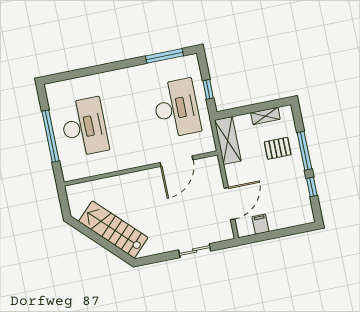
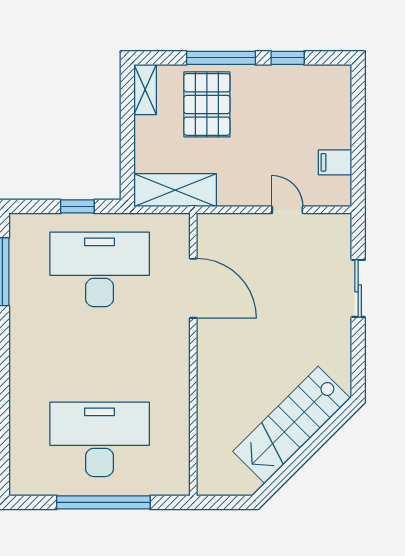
shelving: (265, 116) -> (145, 90), moved
pallet: (278, 148) -> (207, 104), width x1.50, depth x1.42
door: (229, 204) -> (287, 210), width x0.53

